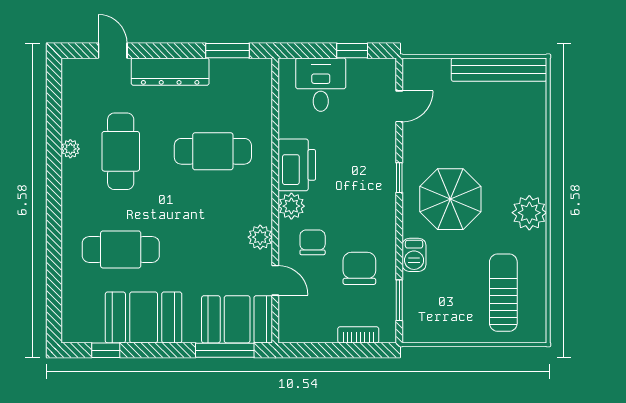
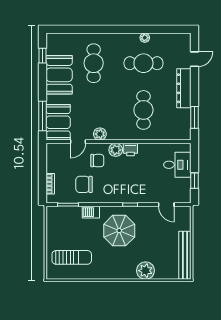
printer: (297, 165) -> (130, 150), width x0.53, depth x0.68
plant: (529, 213) -> (146, 271), moved
chair: (359, 268) -> (84, 184), turned 180

